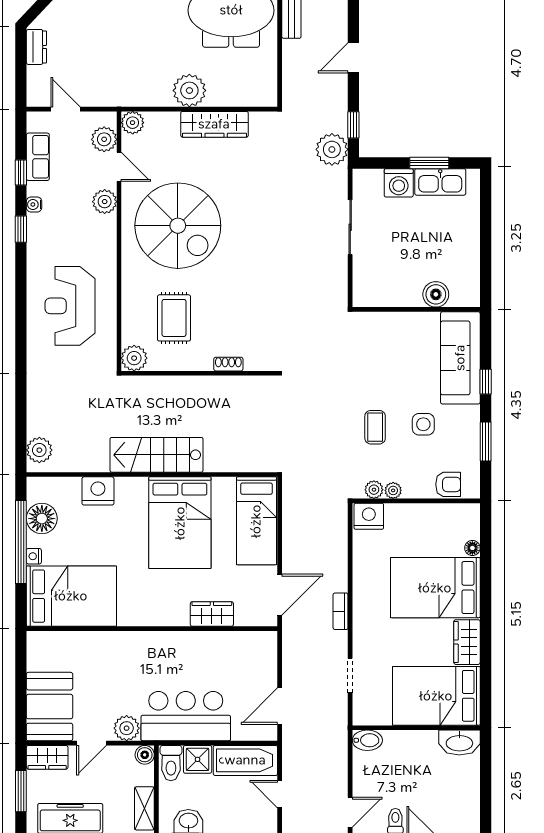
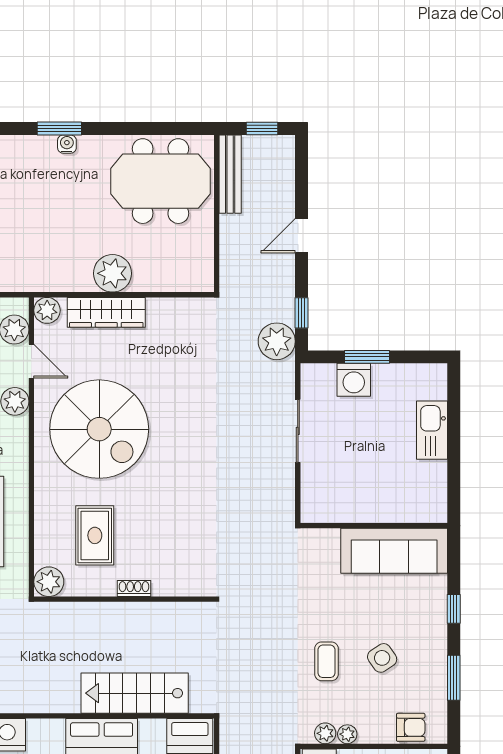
wardrobe: (214, 124) -> (106, 312), moved
window: (429, 163) -> (367, 357), moved
kitchen sink: (440, 182) -> (432, 430), moved, turned 90
boiler: (436, 294) -> (396, 508), removed
sofa: (460, 358) -> (394, 551), moved, turned -90
shoe rack: (228, 364) -> (134, 589), moved
side table: (423, 424) -> (382, 658), turned -34
stairs: (156, 455) -> (135, 693), moved

